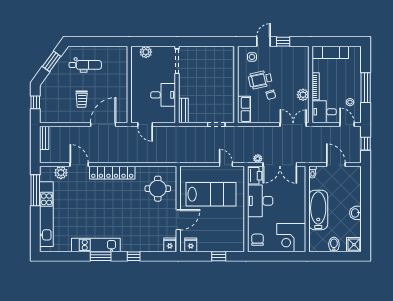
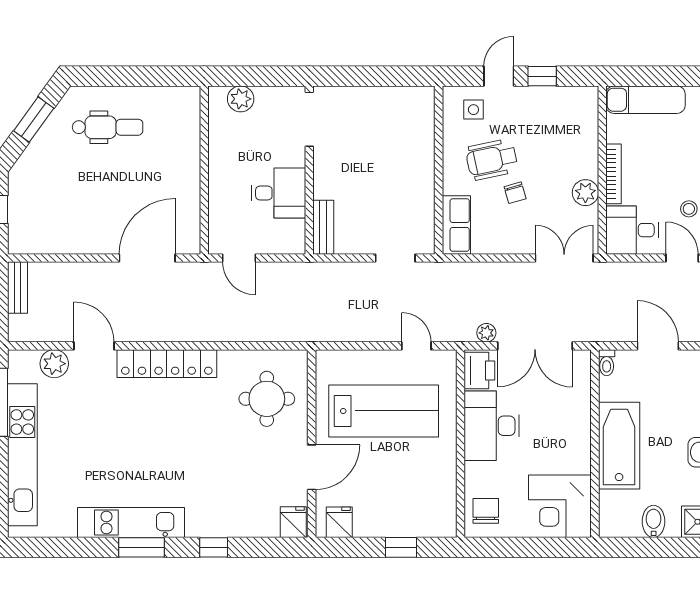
trolley: (82, 99) -> (100, 202), removed

